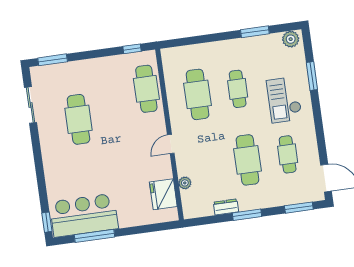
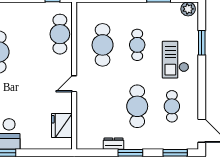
plant: (185, 183) -> (81, 118), removed

